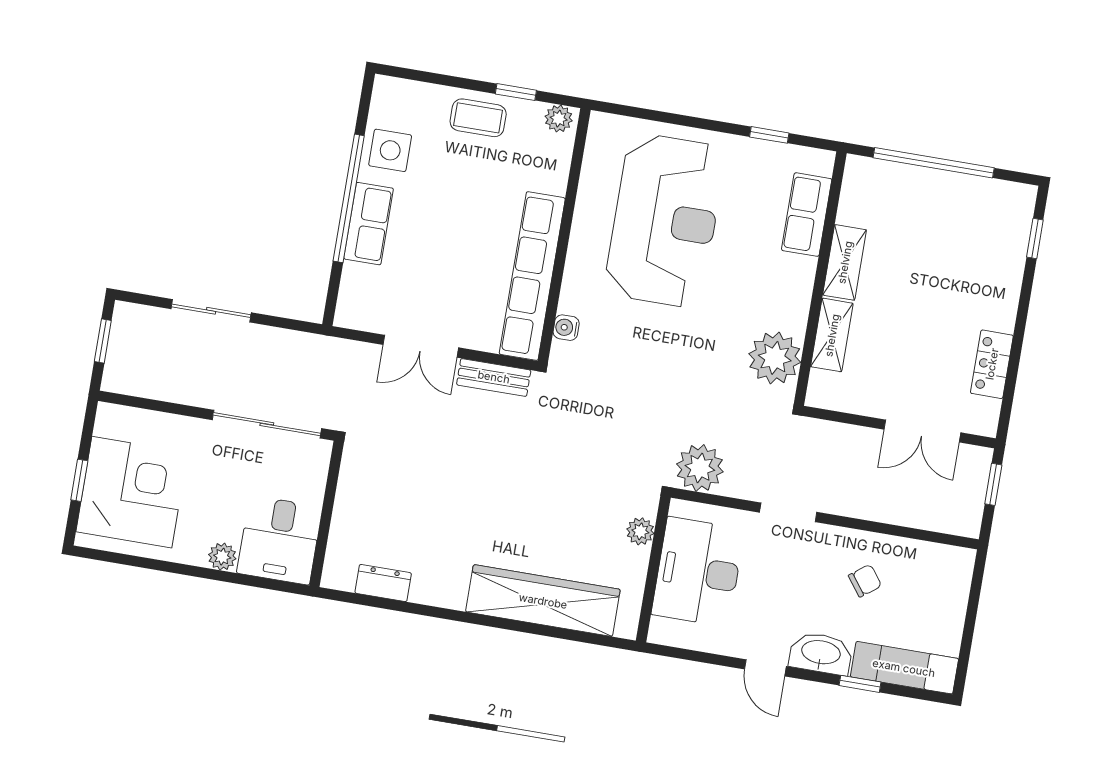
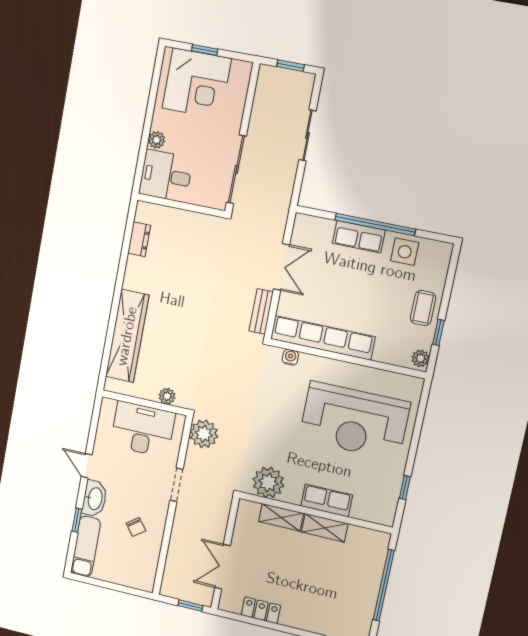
row of seats: (807, 215) -> (327, 500), moved
double door: (421, 346) -> (282, 267), swing flipped
door: (765, 668) -> (87, 466), hinge flipped

